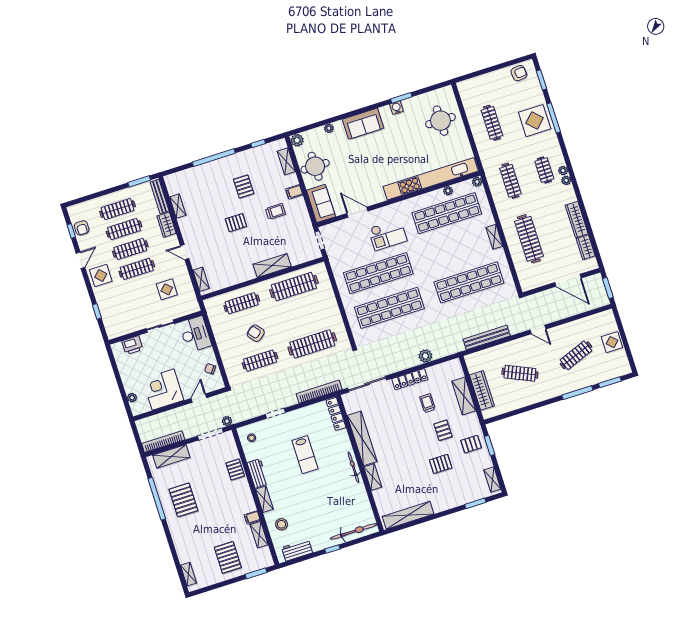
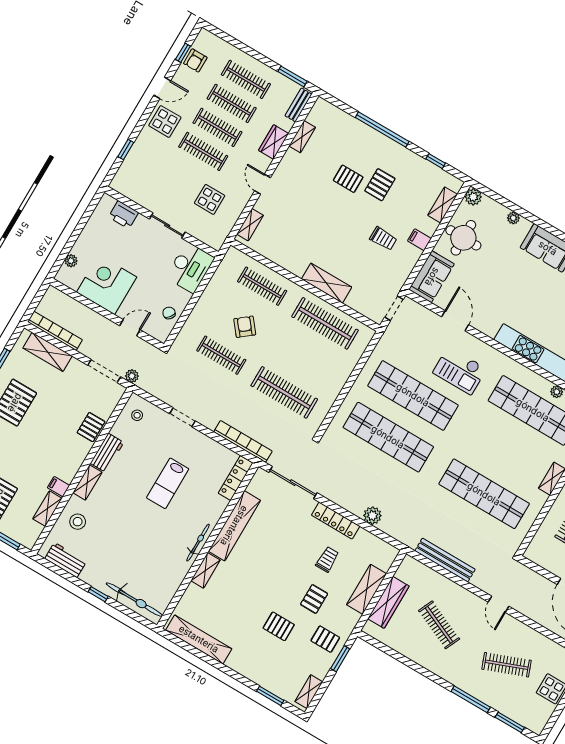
bench: (160, 197) -> (298, 105), width x0.73
pallet: (236, 223) -> (348, 179), moved

